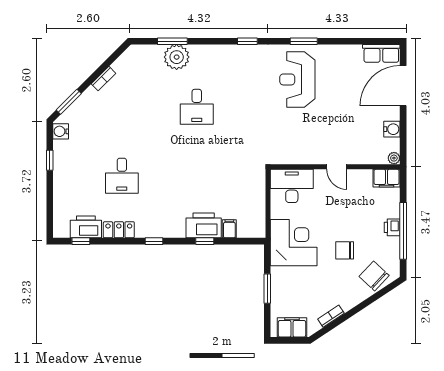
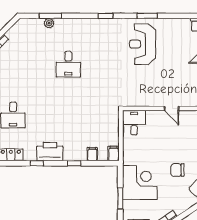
plant: (177, 57) -> (49, 23), width x0.53, depth x0.53
desk: (292, 186) -> (134, 123), width x0.73
printer: (204, 225) -> (50, 152), moved
filing cabinet: (258, 228) -> (114, 154), added
corner desk: (294, 243) -> (140, 183), moved

